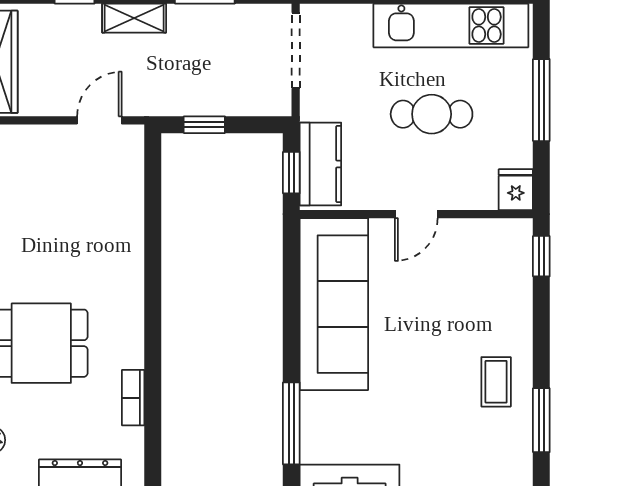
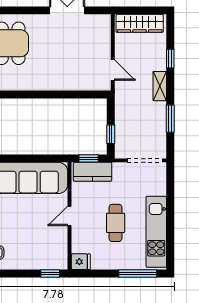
window: (541, 100) -> (138, 273), moved
window: (204, 125) -> (111, 134), moved
door: (416, 214) -> (69, 216), hinge flipped

